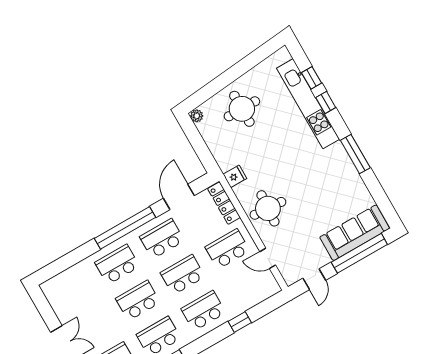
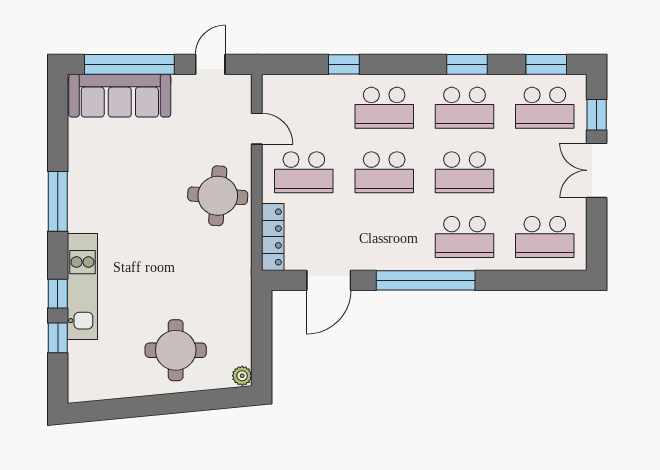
kitchen unit: (308, 104) -> (82, 287), width x0.73
fridge: (235, 176) -> (237, 265), removed
school desk: (162, 239) -> (545, 237), moved

